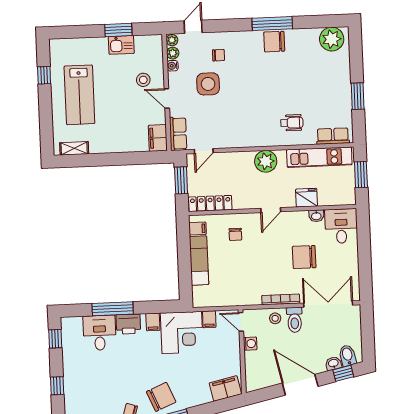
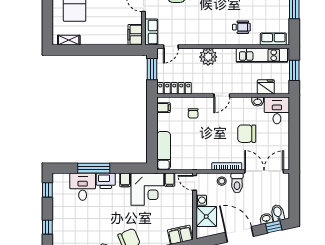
plant: (266, 161) -> (208, 57), moved
fridge: (307, 198) -> (266, 87), moved
exam couch: (199, 261) -> (164, 151), moved
shower: (257, 364) -> (206, 217), added

